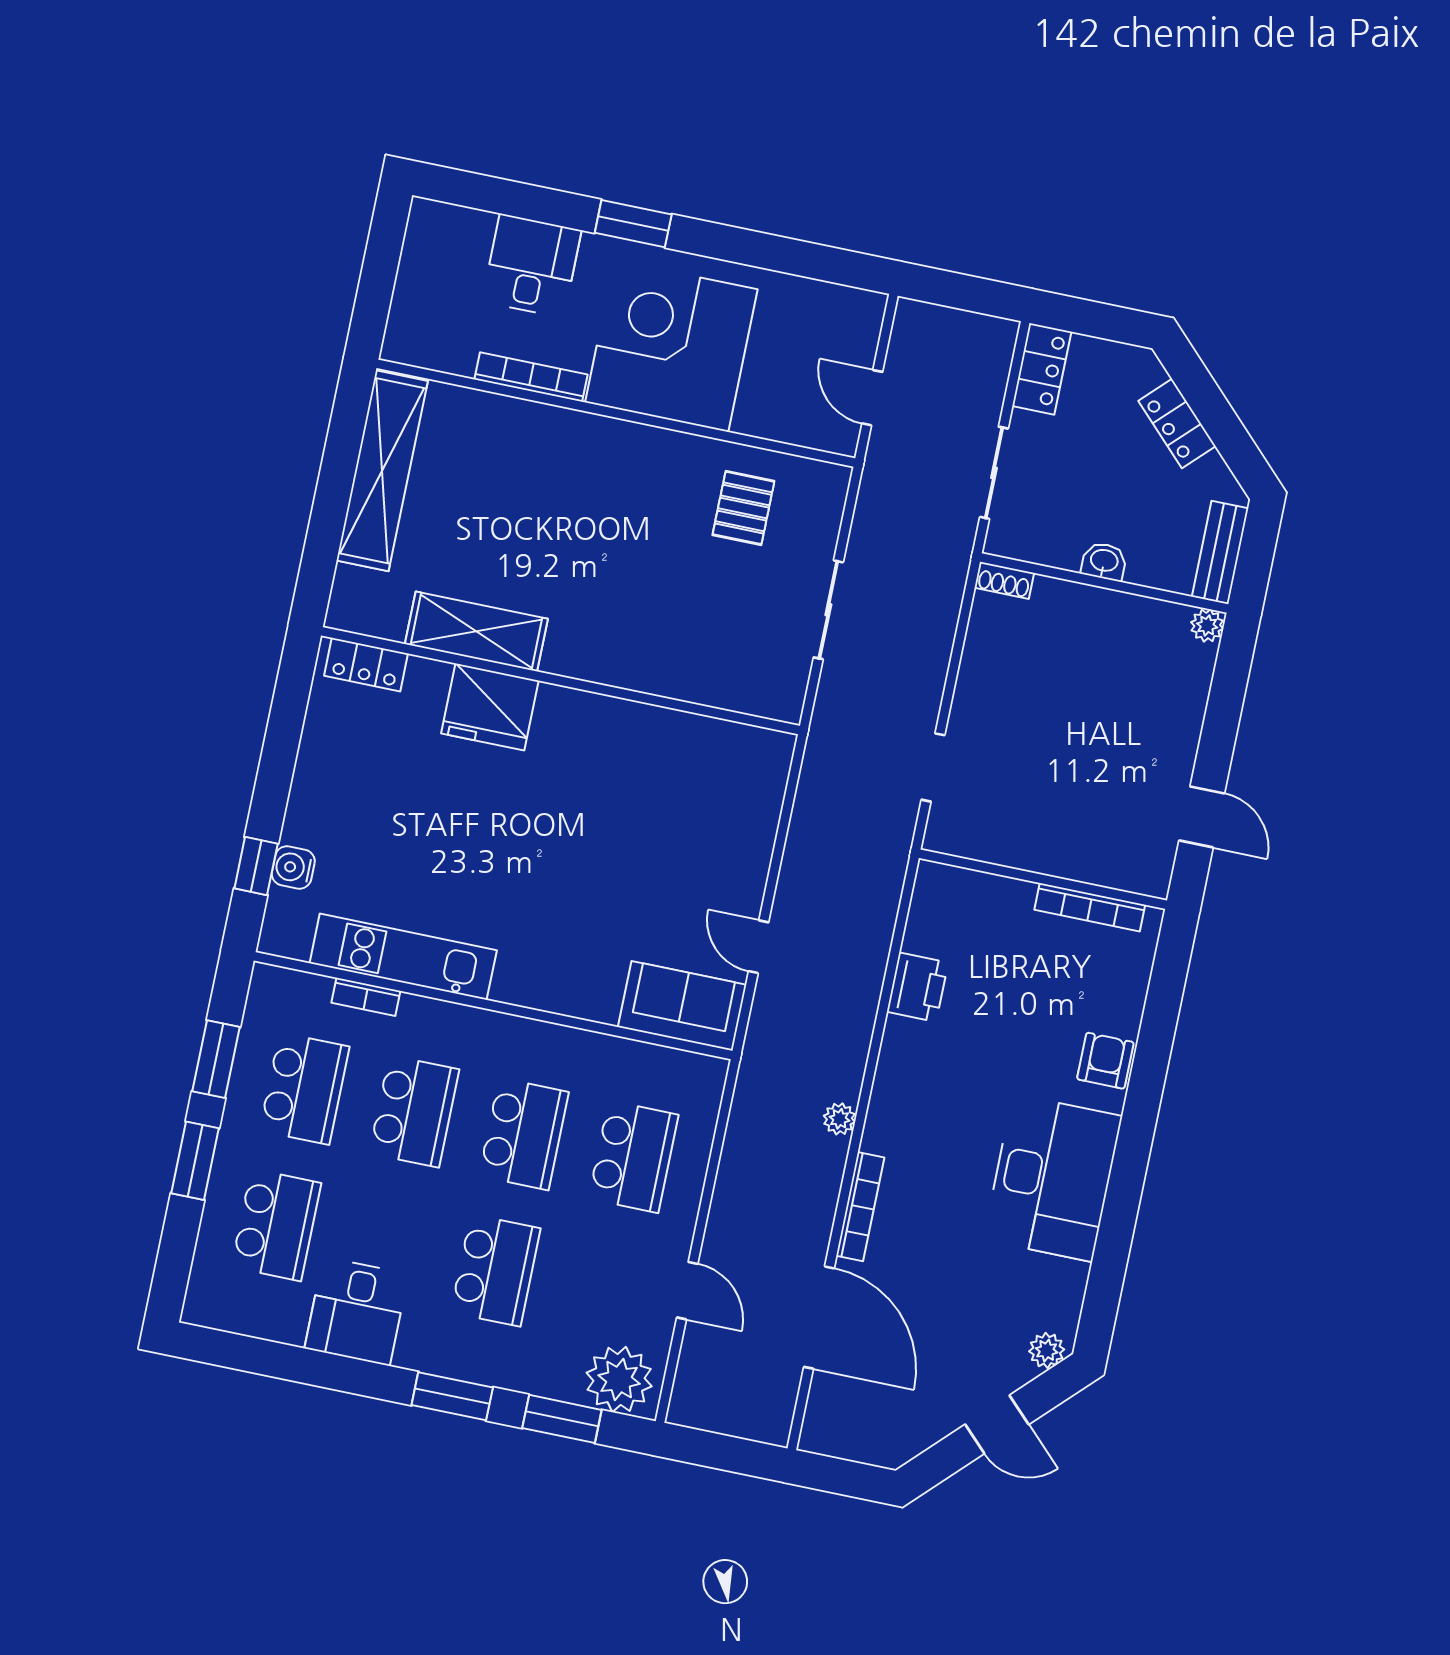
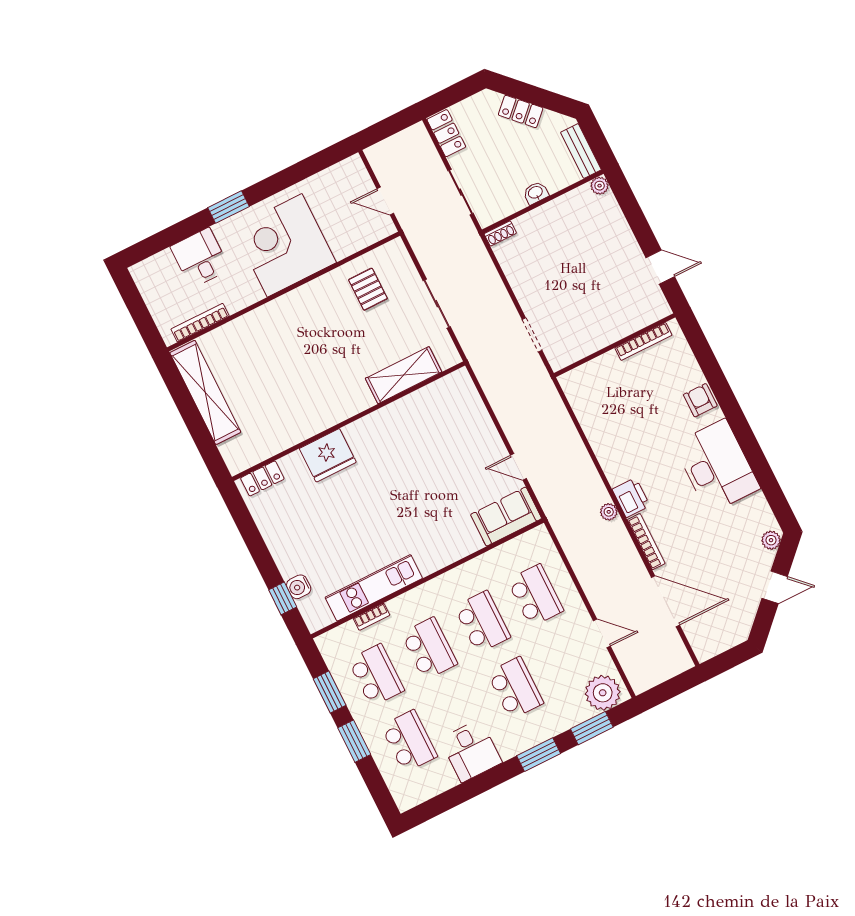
bookcase: (531, 377) -> (200, 323), moved
shelving: (476, 631) -> (403, 375), moved
printer: (918, 987) -> (631, 498), moved

